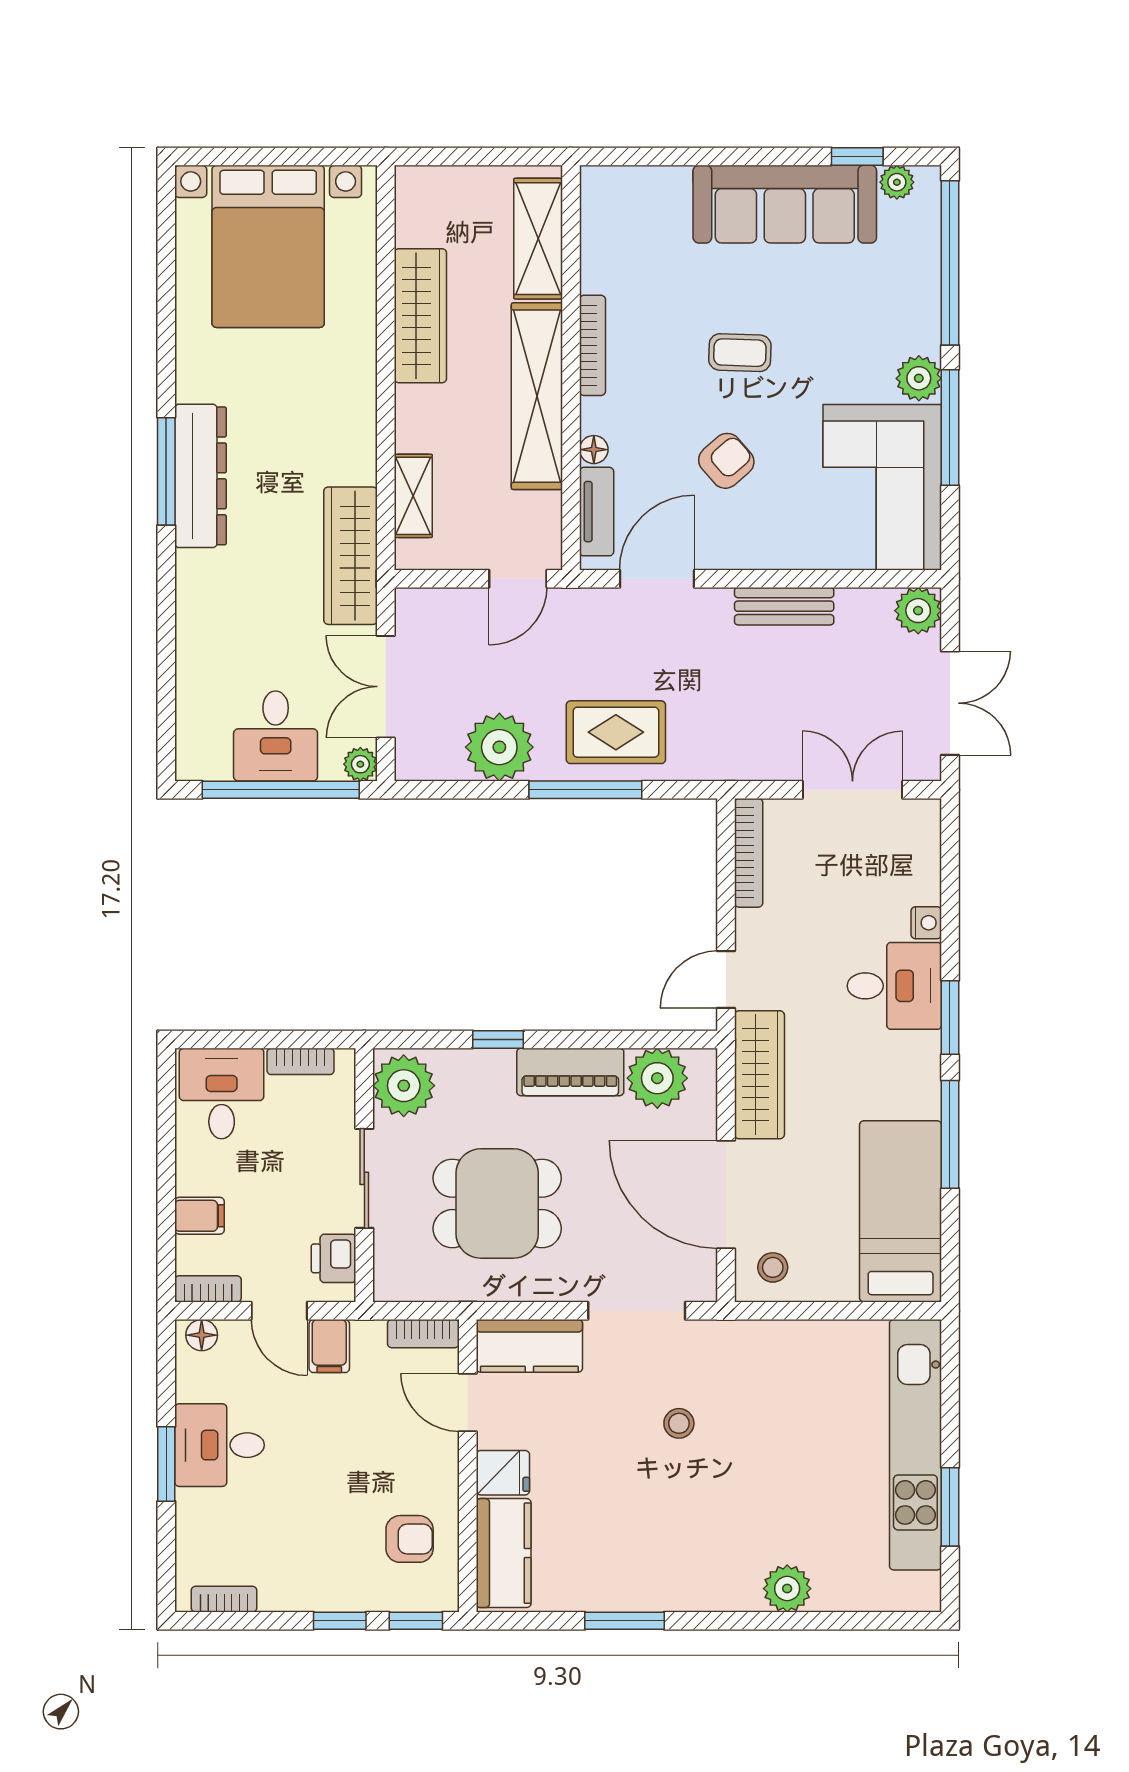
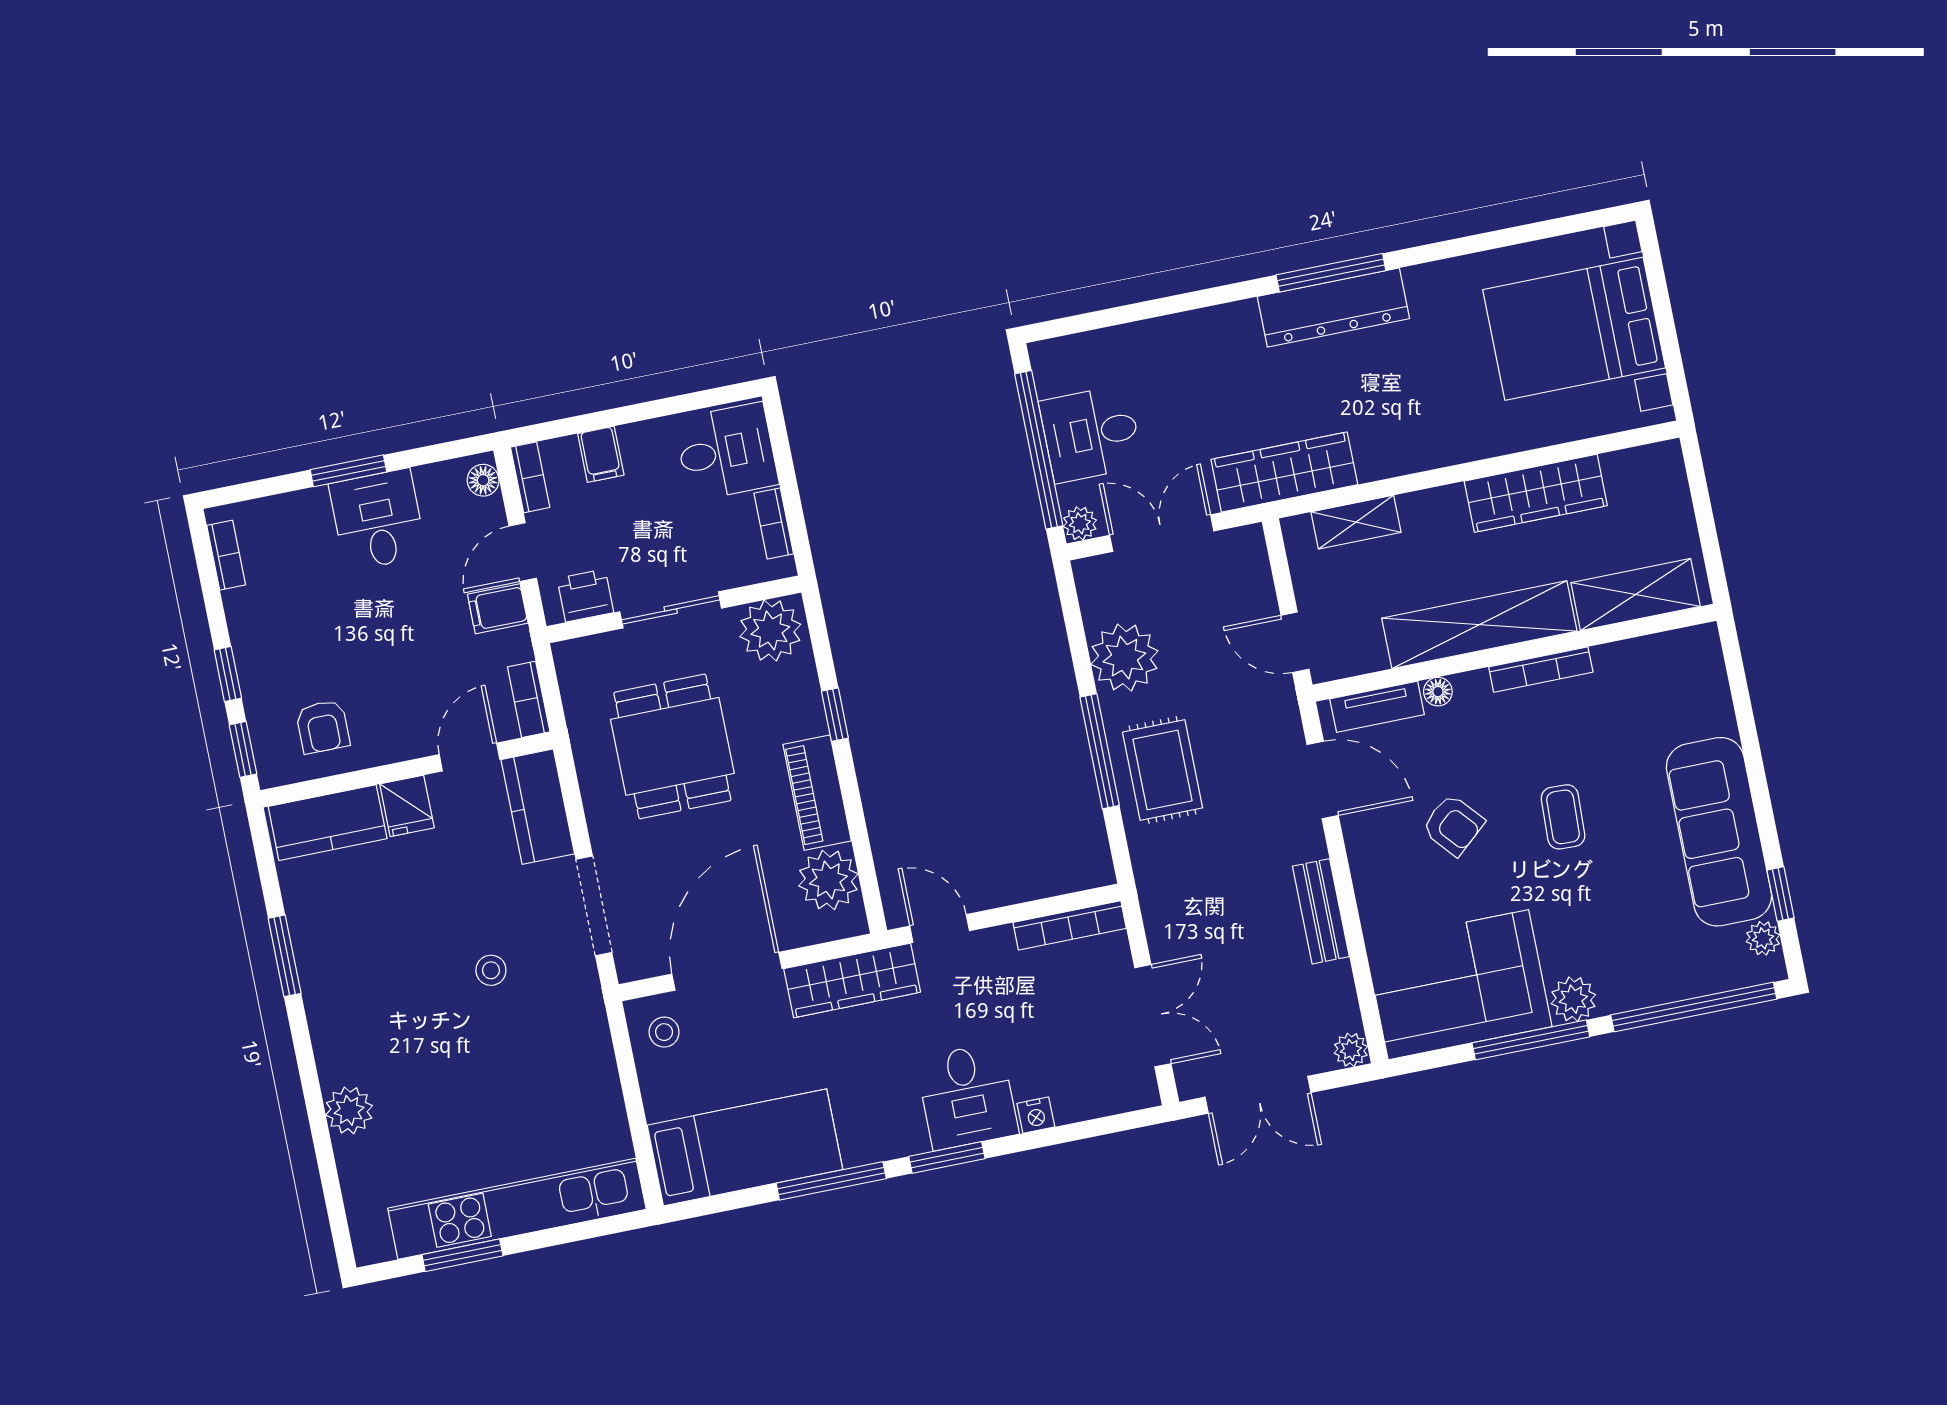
plant: (918, 611) -> (1351, 1050), width x0.73, depth x0.73

